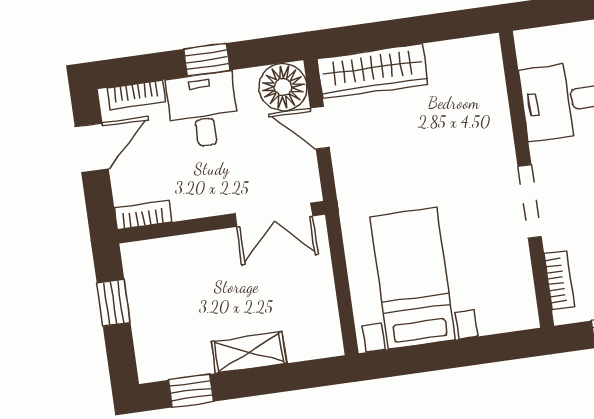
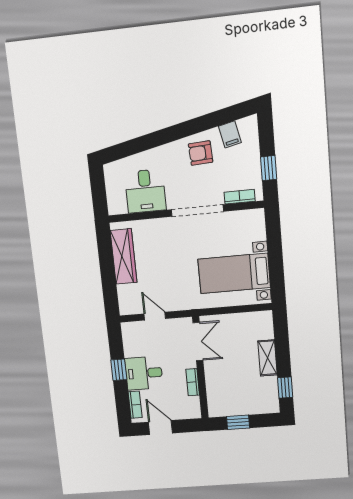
wardrobe: (372, 71) -> (124, 256), moved
floor lamp: (283, 87) -> (134, 333), removed
door: (320, 128) -> (155, 316), swing flipped
doorway: (530, 201) -> (197, 211), width x1.36
bookcase: (143, 215) -> (193, 382), moved

